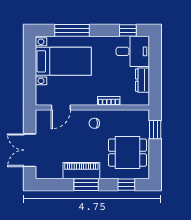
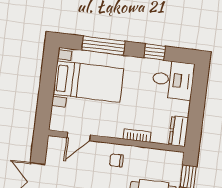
window: (128, 30) -> (155, 52), moved
dresser: (142, 80) -> (178, 131), moved

